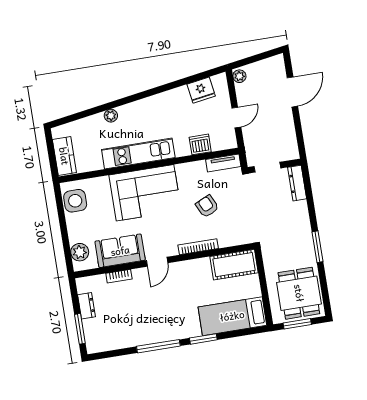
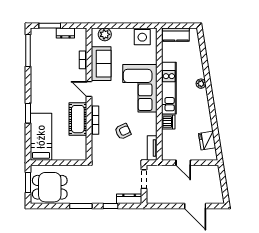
plant: (239, 76) -> (213, 170), removed
plant: (111, 116) -> (201, 84), moved
dishwasher: (200, 144) -> (168, 122), moved
window: (311, 207) -> (110, 206), added
cot: (234, 265) -> (78, 119), moved
window: (158, 346) -> (28, 51), moved

